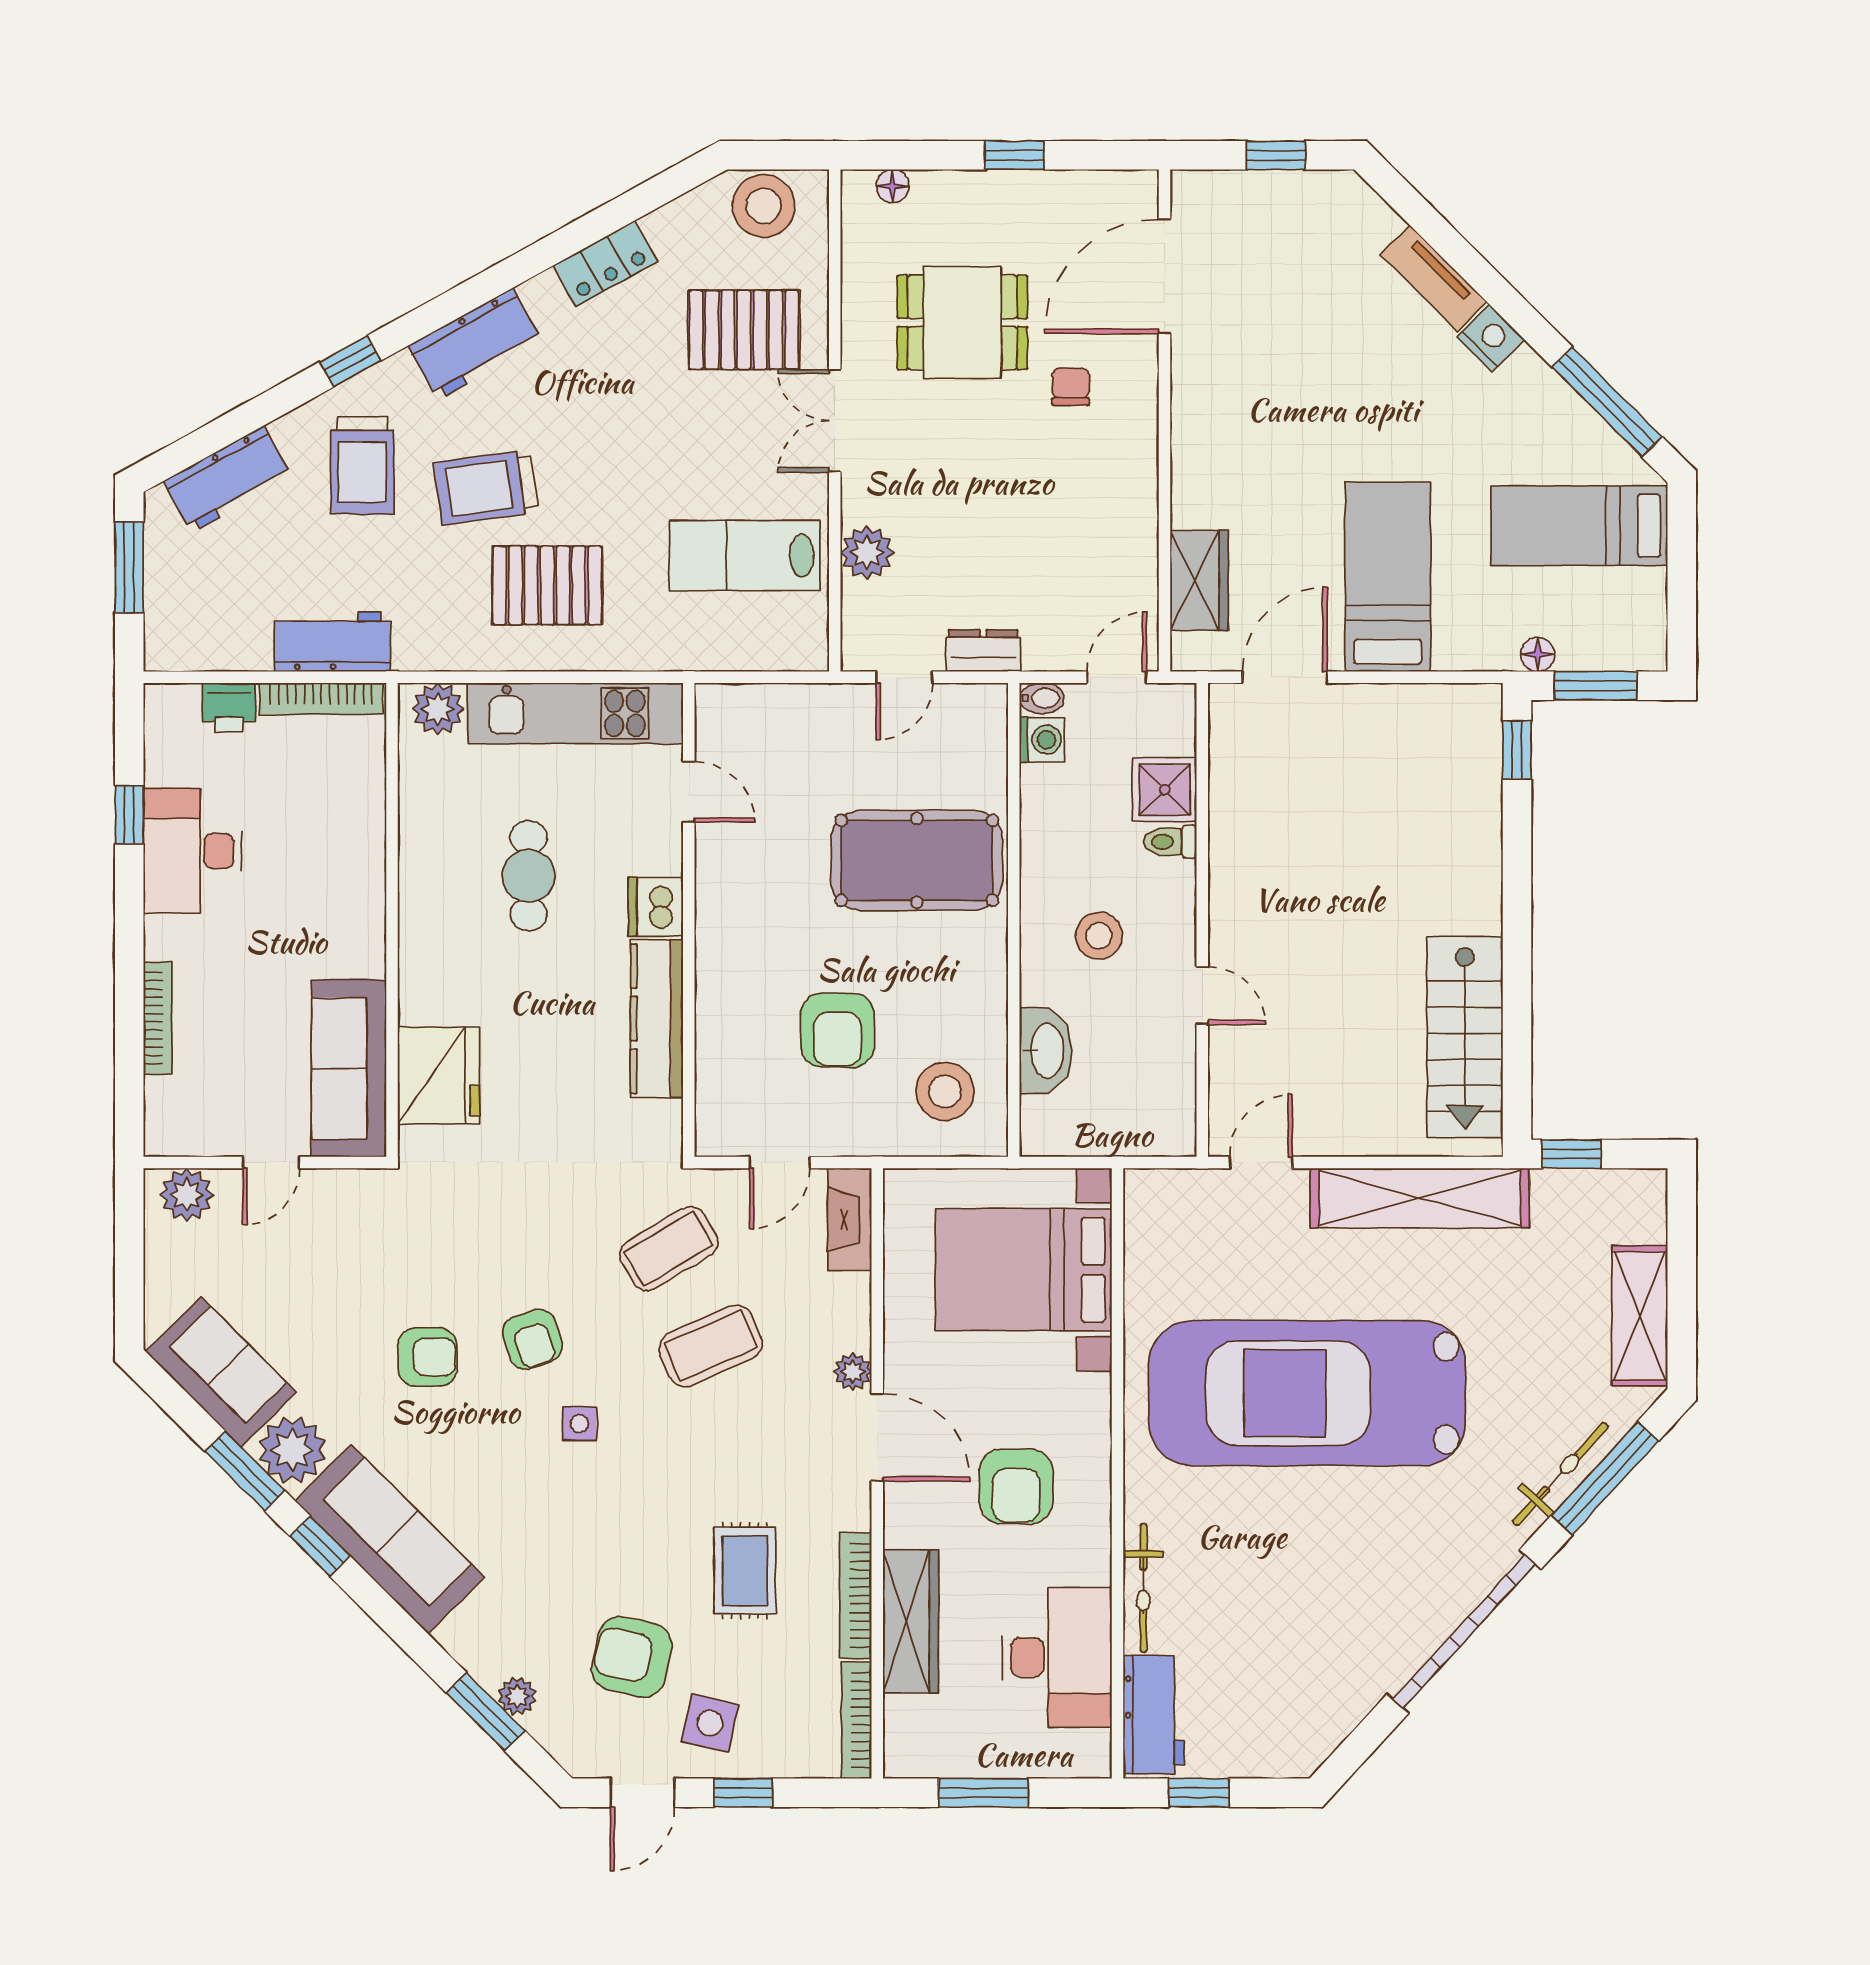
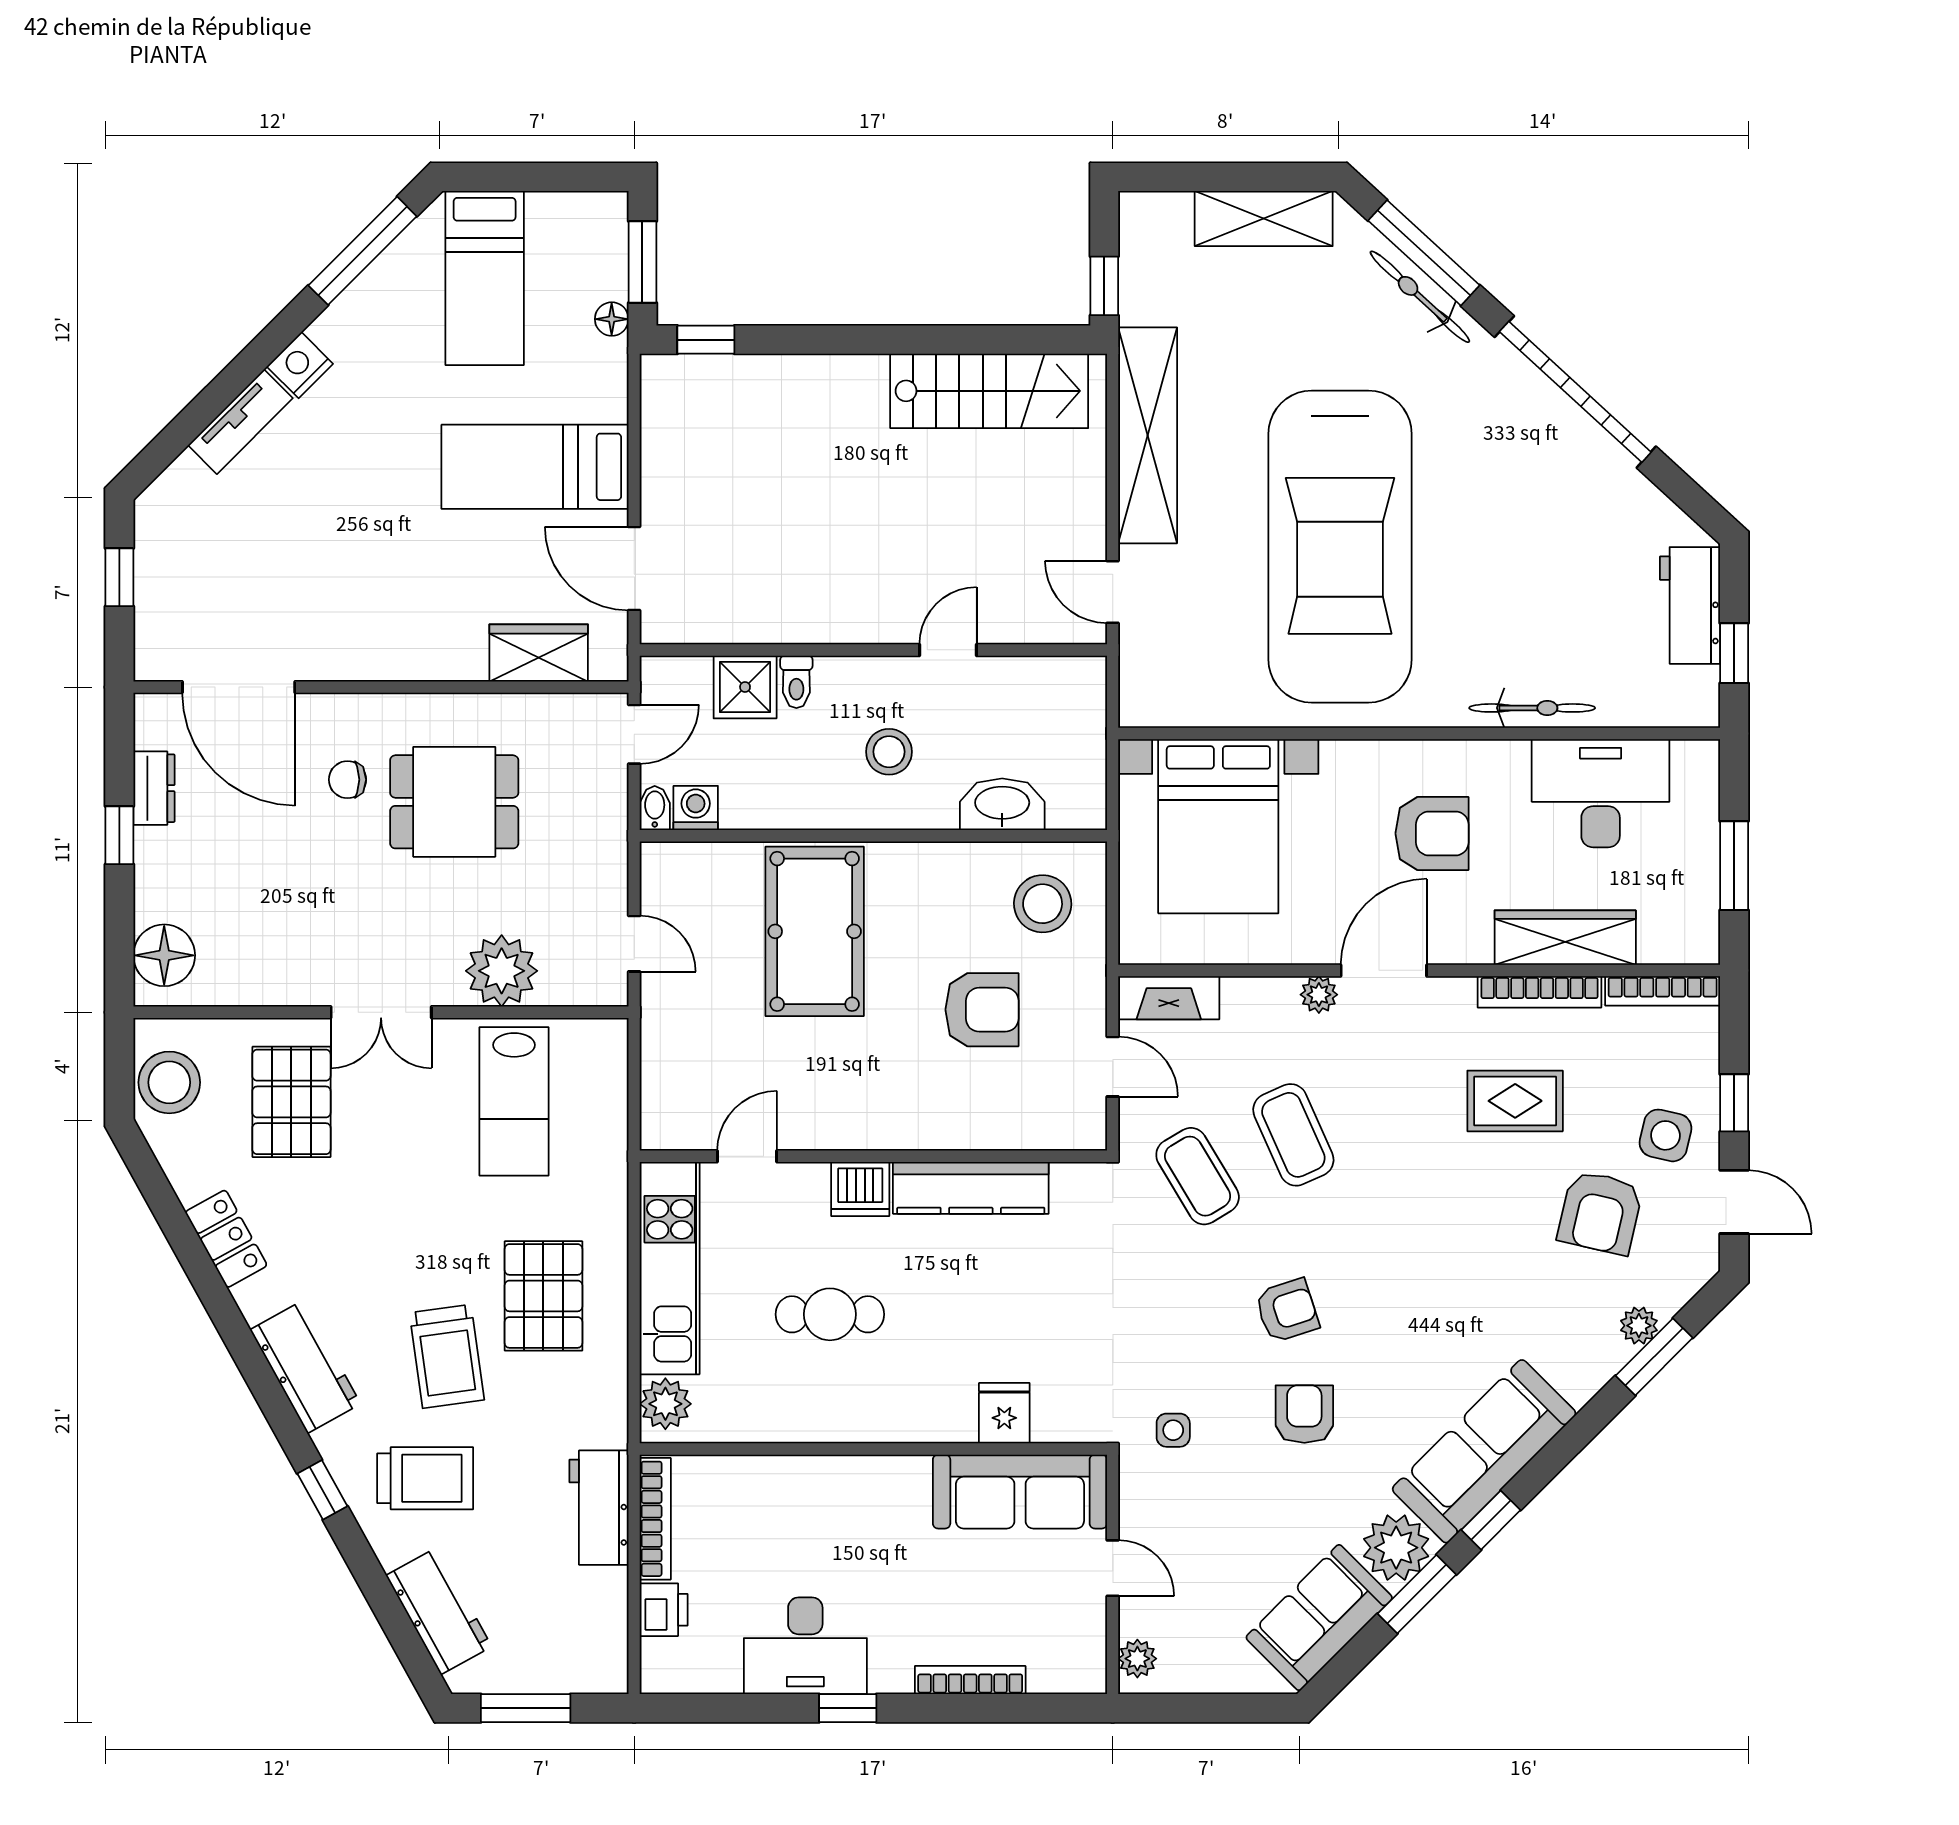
floor lamp: (893, 186) -> (164, 955), width x1.89, depth x1.89
dining table: (962, 323) -> (454, 802), moved, turned 90
plant: (867, 553) -> (502, 971), width x1.36, depth x1.36
dresser: (983, 651) -> (154, 788), moved, turned 180
door: (1117, 677) -> (634, 734), swing flipped
window: (129, 815) -> (848, 1708), moved
fridge: (439, 1075) -> (1004, 1413), width x0.53, depth x0.75
plant: (187, 1195) -> (1137, 1659), width x0.73, depth x0.73
side table: (580, 1424) -> (1173, 1430), moved
workbench: (1154, 1715) -> (1690, 605), moved, turned -90

